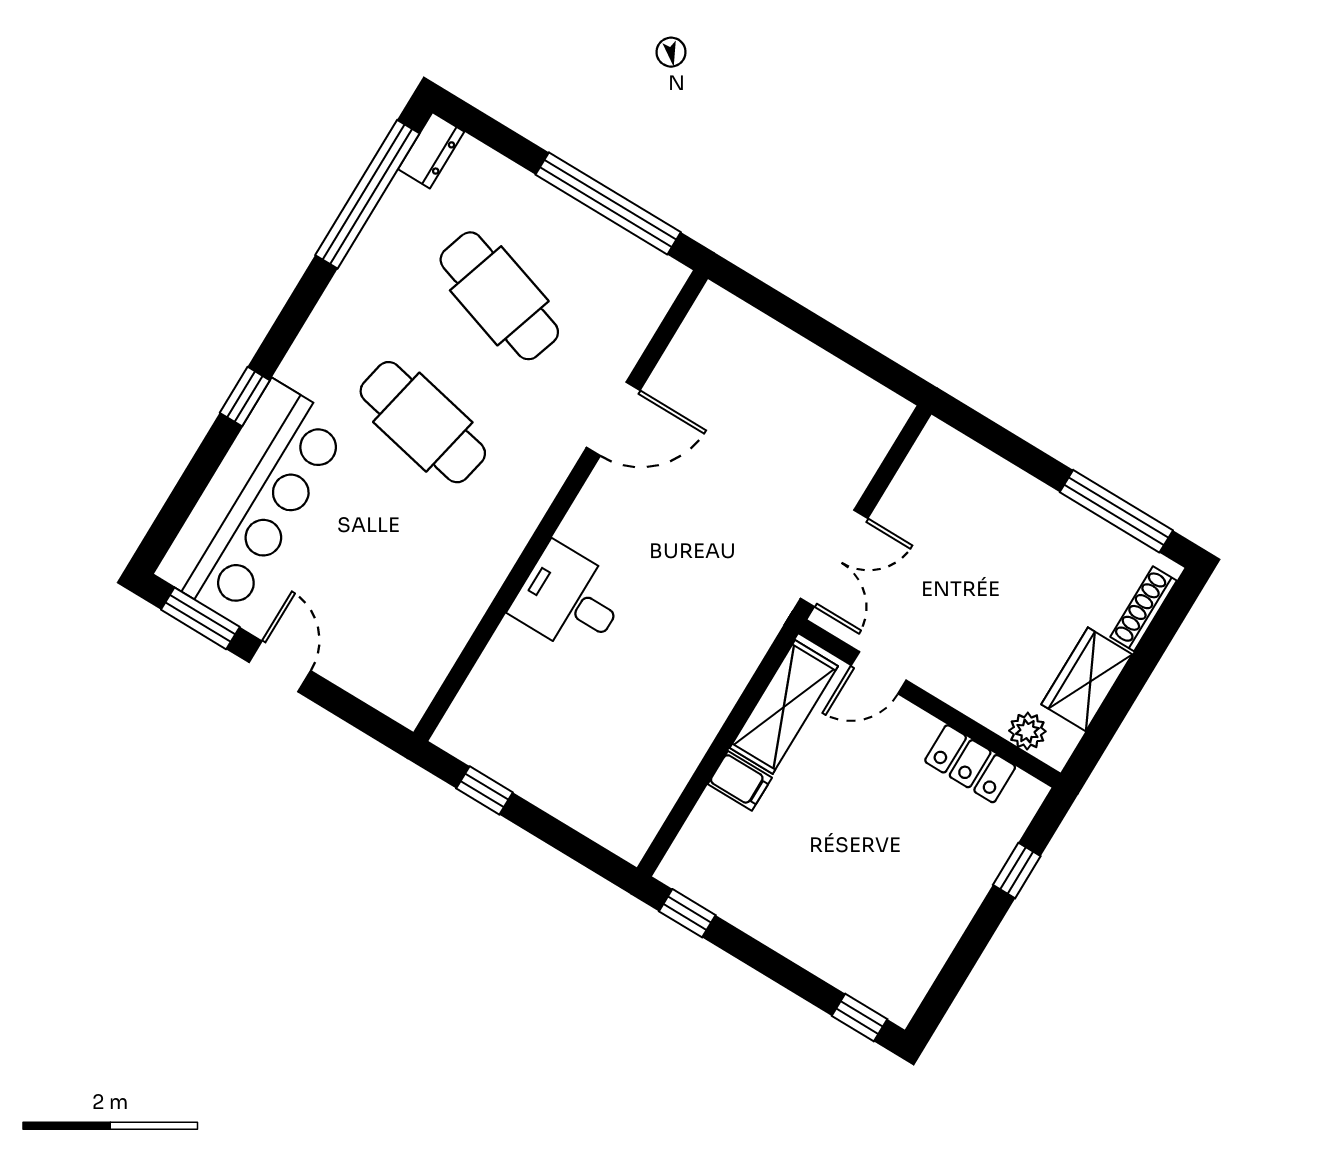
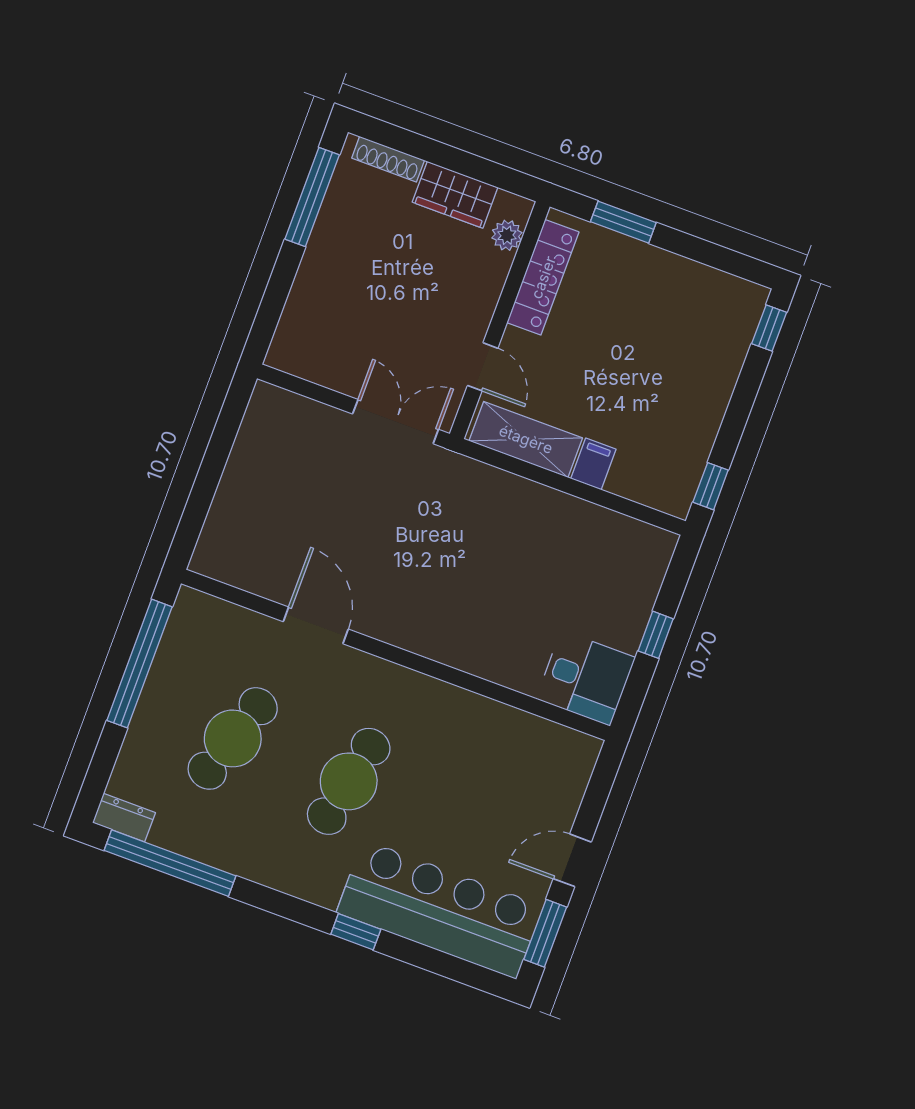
desk: (569, 600) -> (586, 678), moved, turned -90
locker: (970, 764) -> (543, 277), width x1.53
window: (484, 790) -> (656, 635), moved
window: (1017, 871) -> (623, 222), width x1.50

